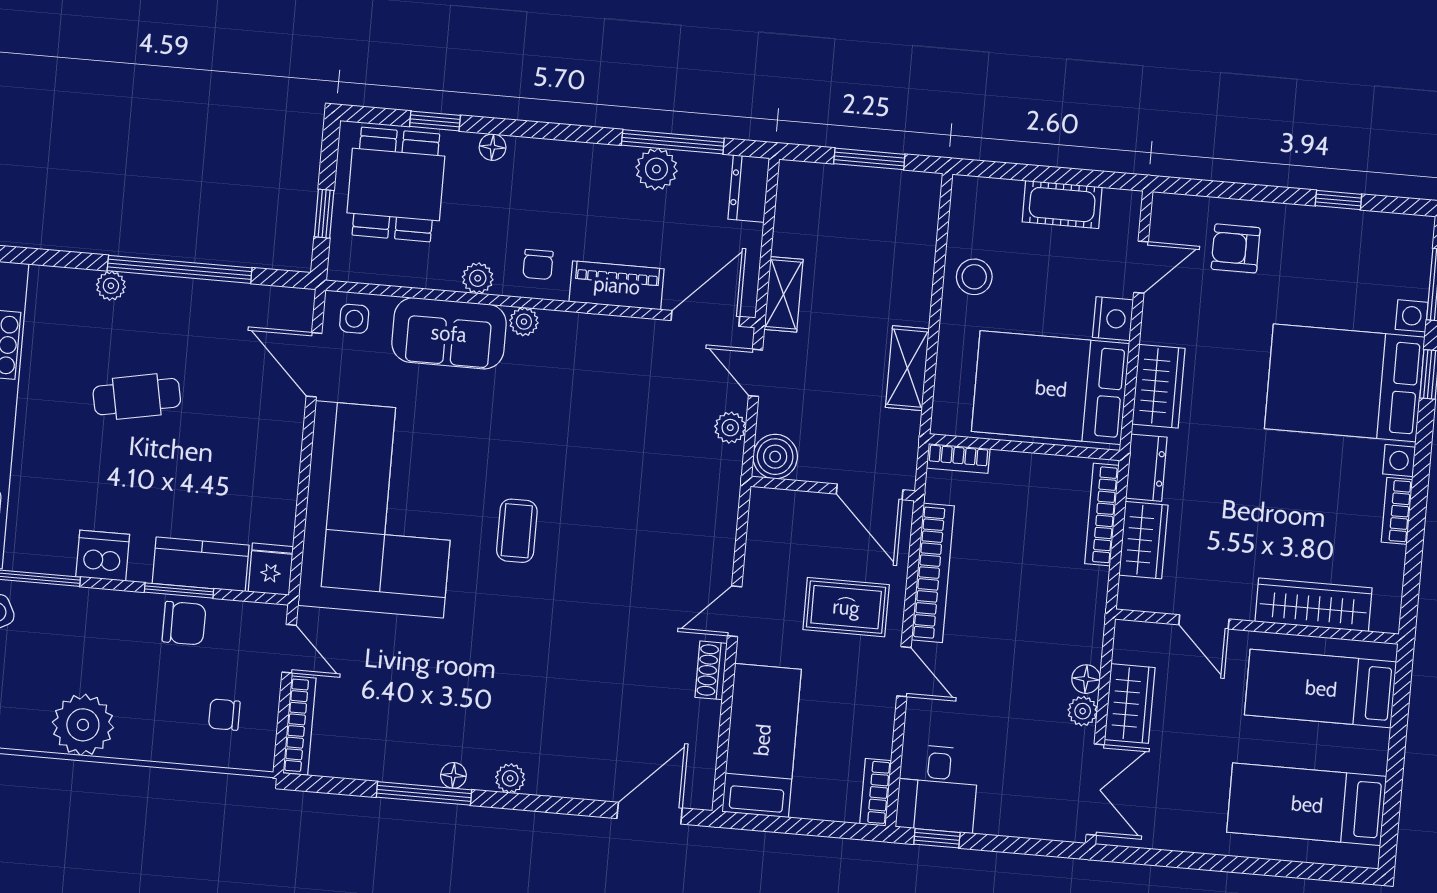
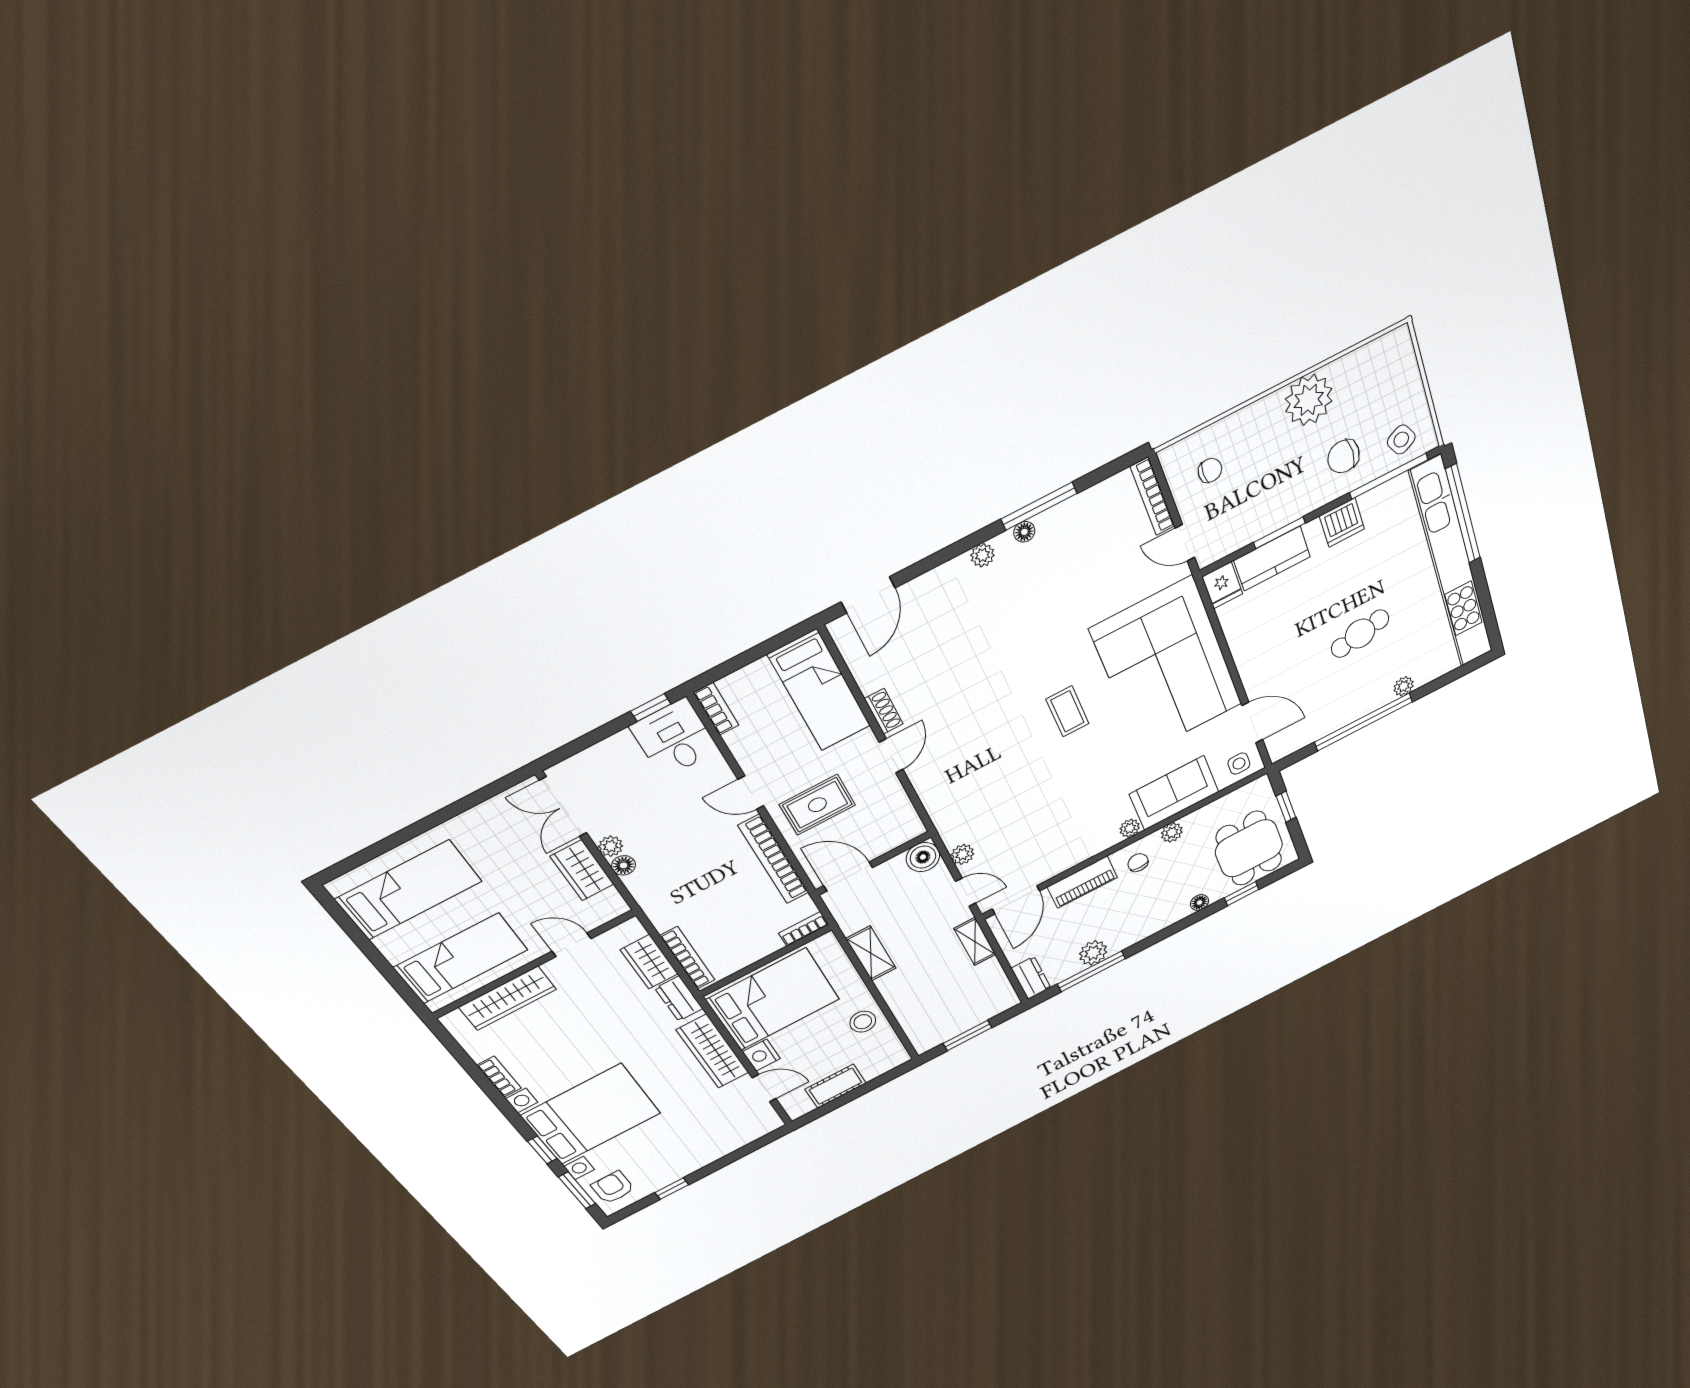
armchair: (1236, 248) -> (613, 1187), moved, turned -90
door: (1141, 267) -> (764, 1088), swing flipped
wardrobe: (1159, 386) -> (713, 1051), width x1.50
chair: (184, 623) -> (1343, 456), moved

